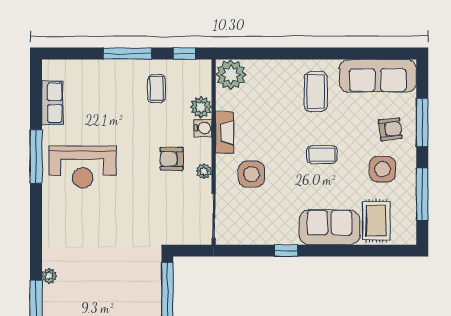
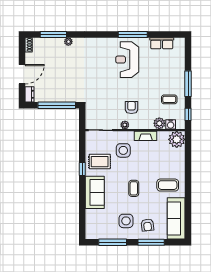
water cooler: (203, 128) -> (171, 124), moved
rug: (376, 221) -> (100, 162), moved

